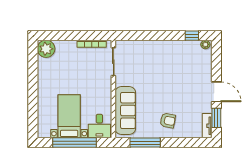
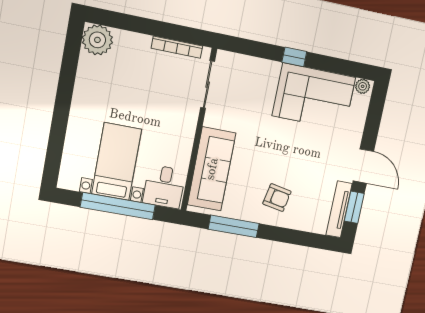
window: (192, 36) -> (294, 57), moved
corner sofa: (177, 56) -> (314, 97), added
tv unit: (207, 126) -> (339, 209), width x1.41

